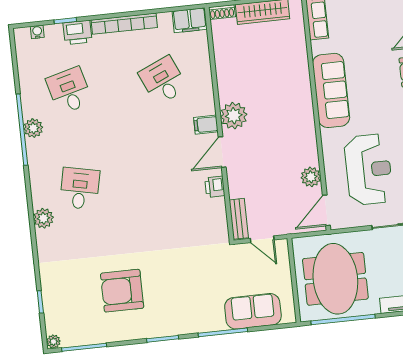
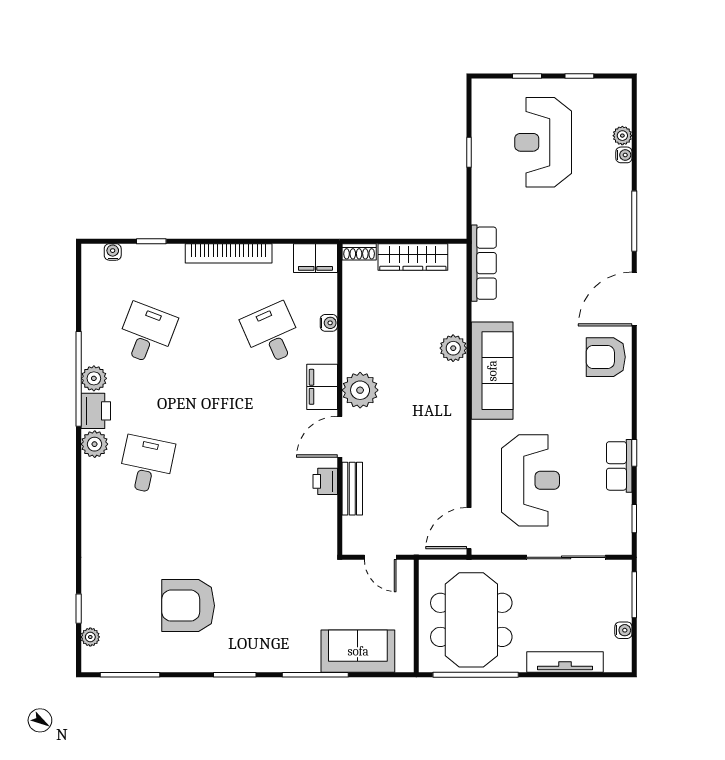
printer: (78, 32) -> (96, 411), moved, turned -90
water cooler: (205, 68) -> (329, 323), added
desk: (69, 91) -> (147, 334), turned 36
filing cabinet: (206, 125) -> (322, 387), width x2.00
plant: (311, 177) -> (453, 348), moved
plant: (43, 218) -> (95, 444), moved
bench: (239, 219) -> (352, 489), moved
plant: (53, 342) -> (90, 637), moved

